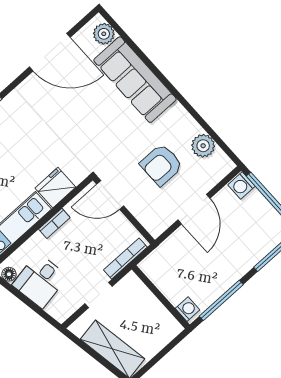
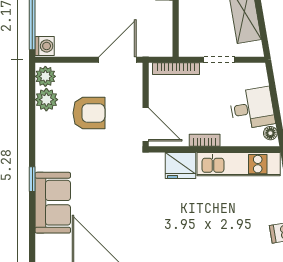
plant: (104, 34) -> (45, 76), moved
window: (159, 75) -> (32, 179), added
sofa: (135, 80) -> (53, 203), width x0.73
door: (194, 209) -> (118, 60), moved

